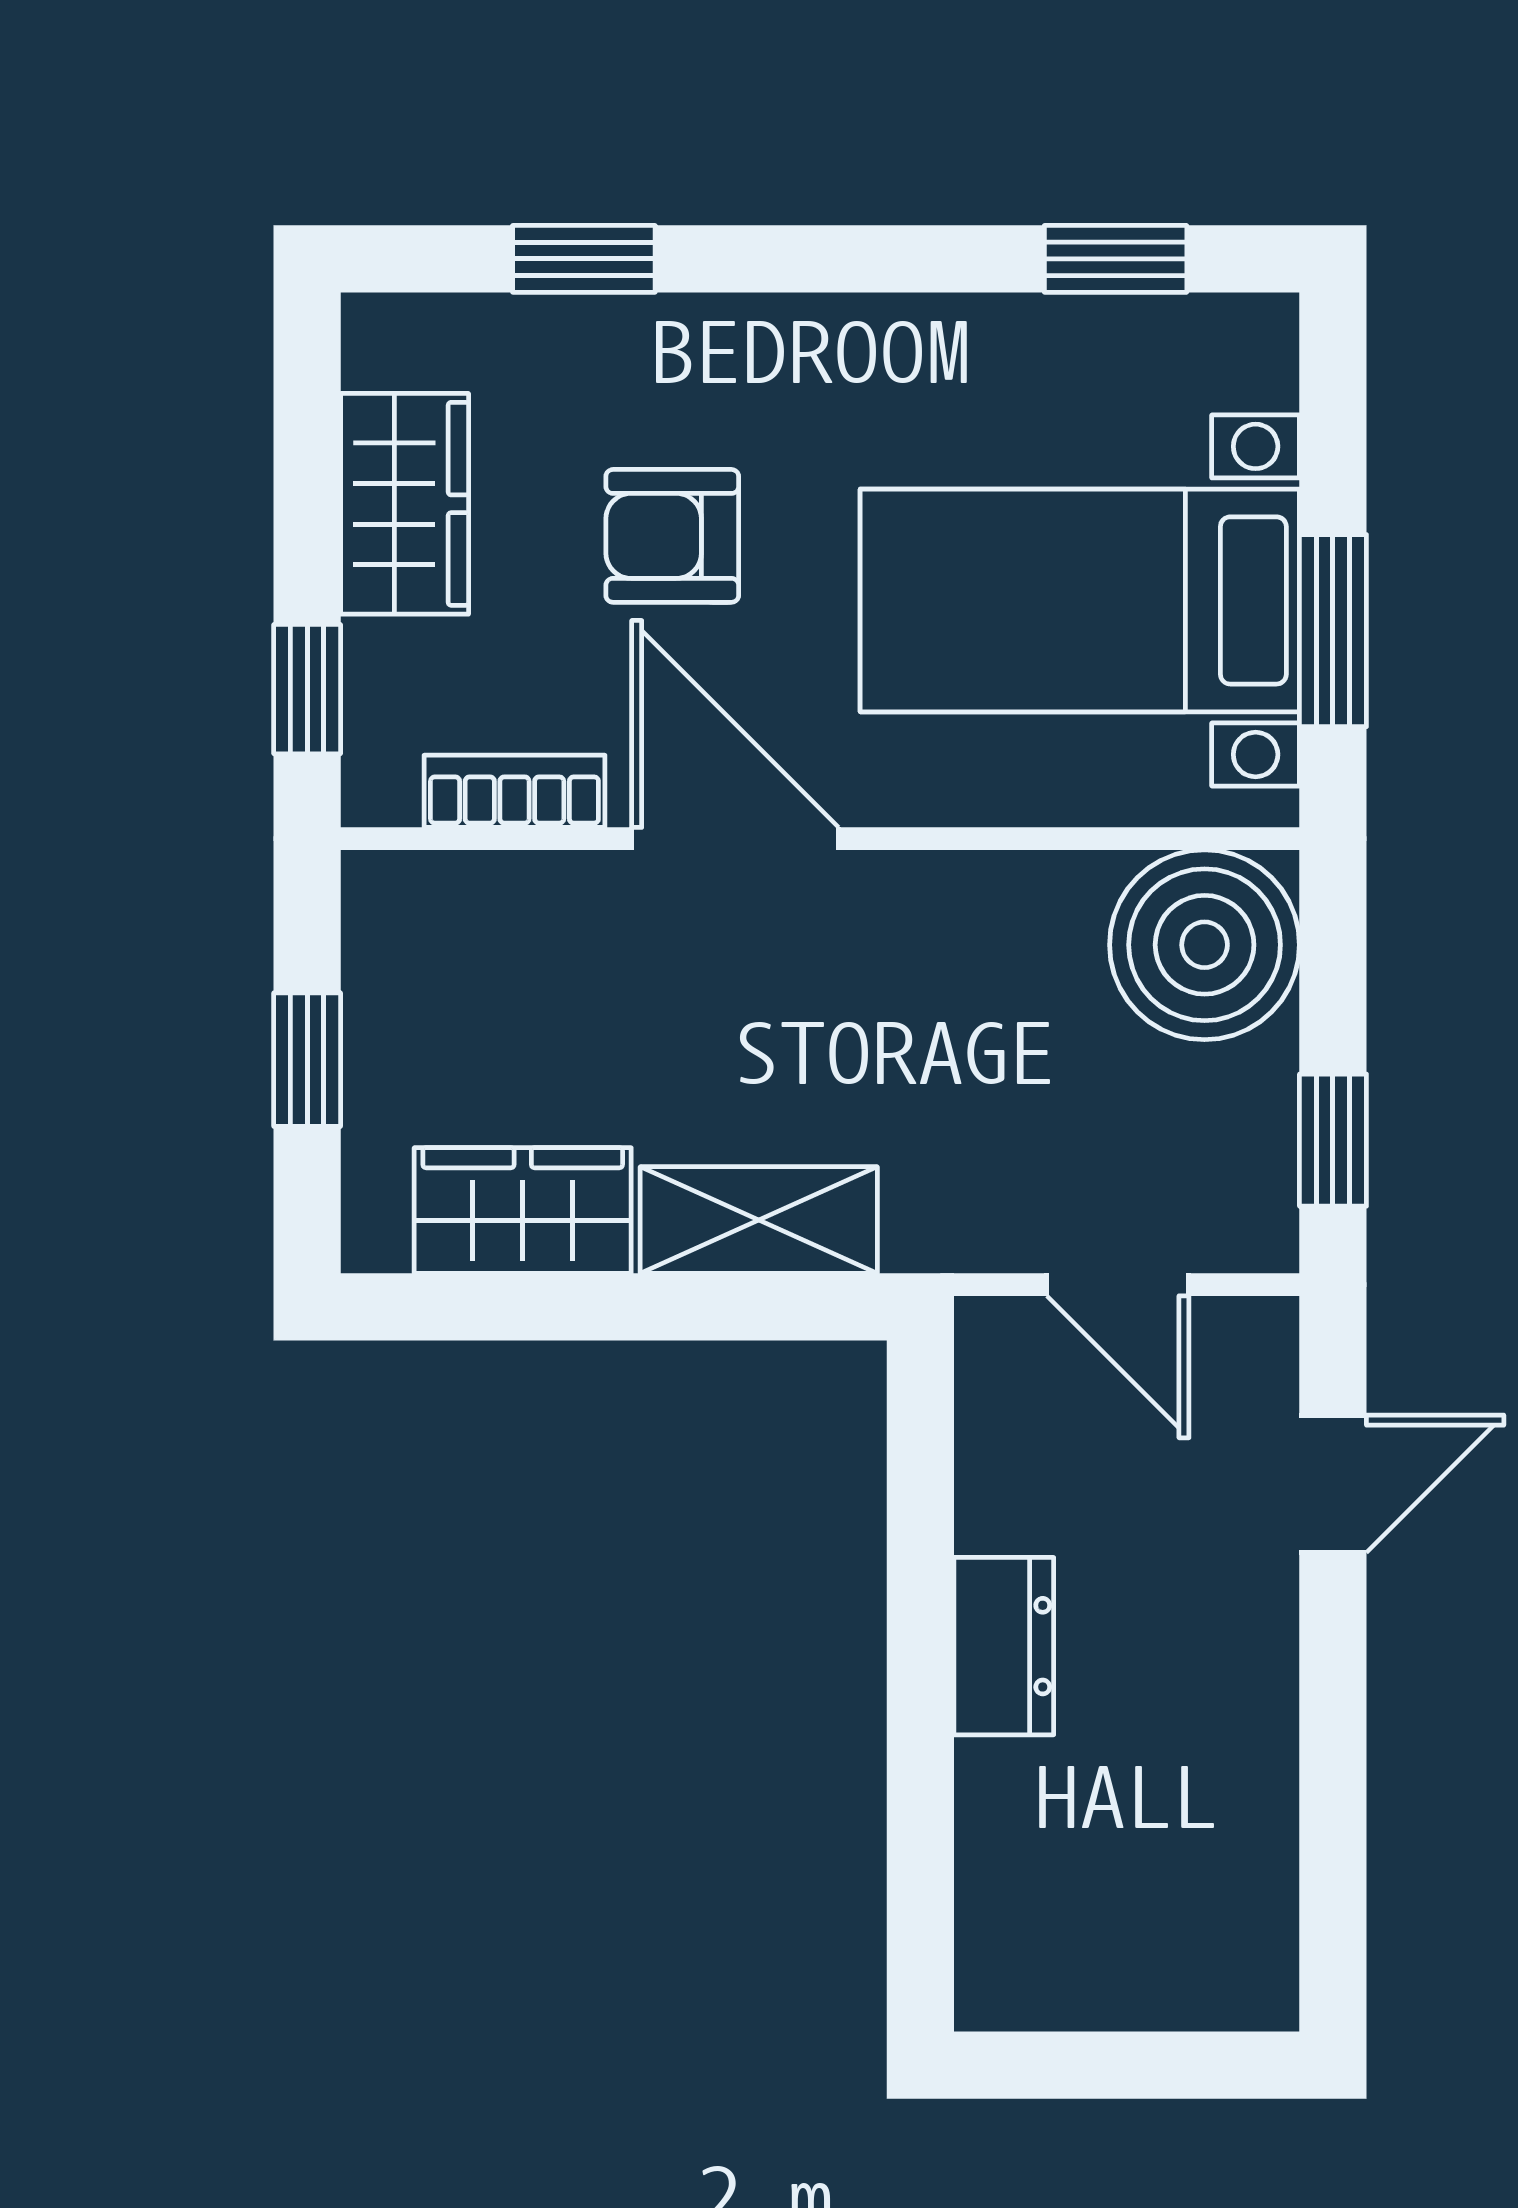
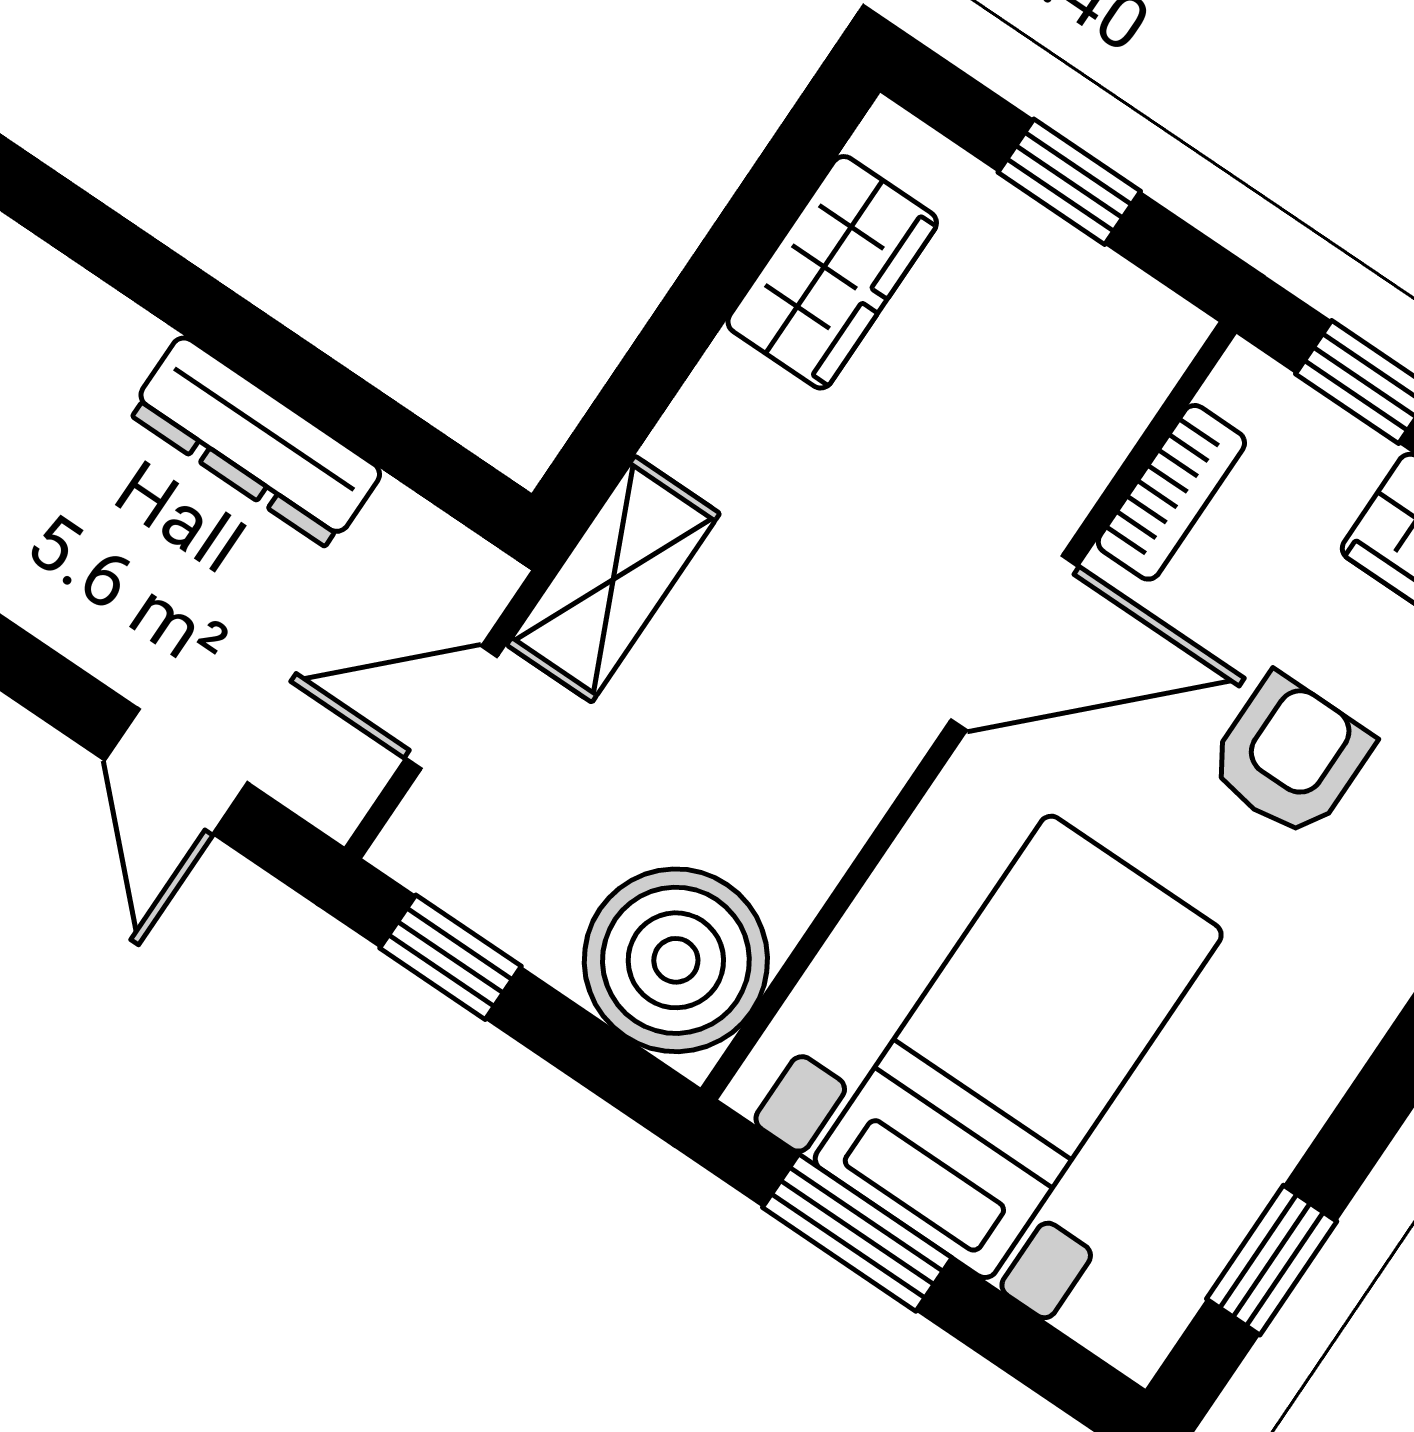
shelving: (759, 1220) -> (613, 579), moved
dresser: (1004, 1646) -> (255, 442), width x1.44

